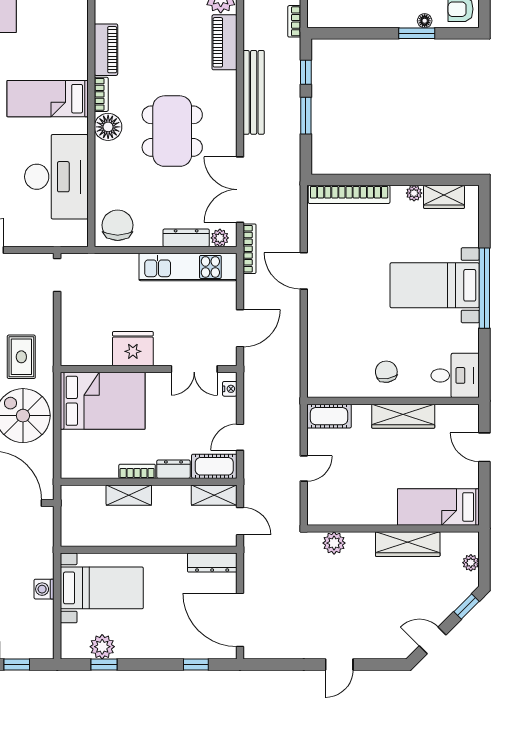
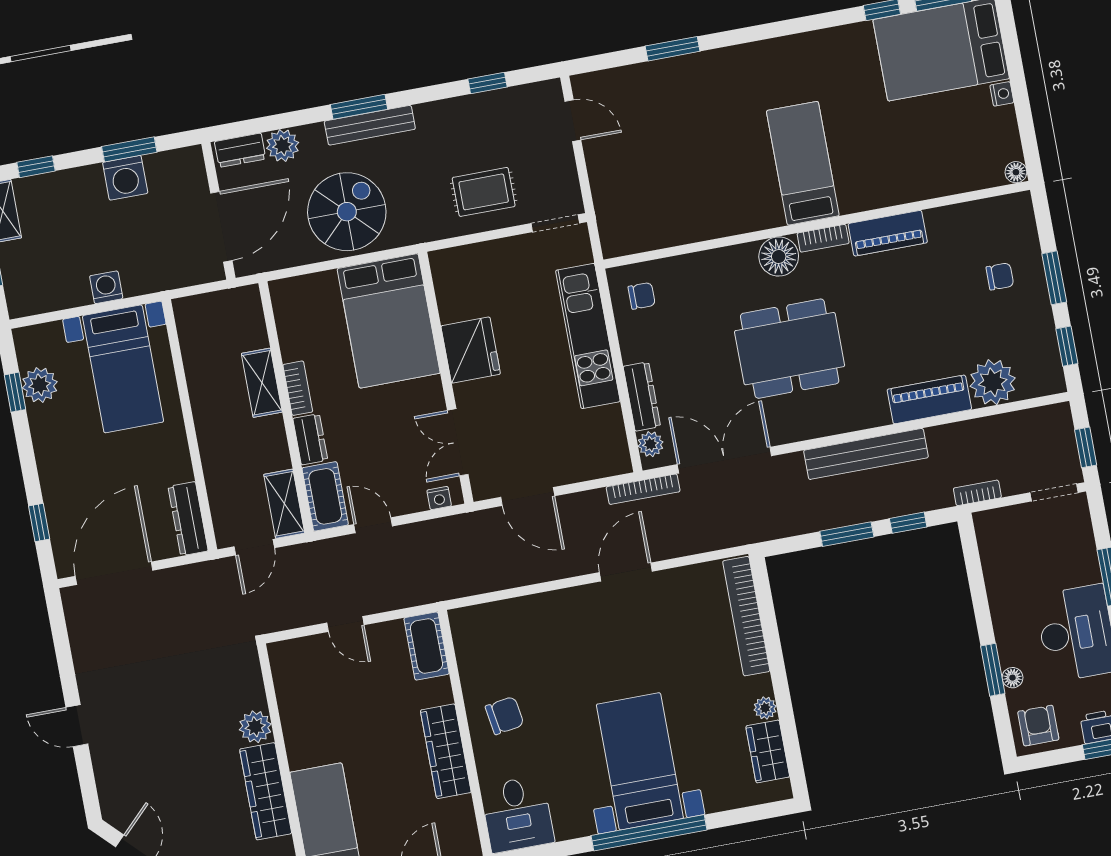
desk: (56, 177) -> (694, 196), removed
chair: (118, 225) -> (642, 296), width x0.54, depth x0.54
kitchen unit: (188, 267) -> (588, 336), moved
rug: (21, 357) -> (484, 192), moved
plant: (334, 543) -> (255, 727), moved

